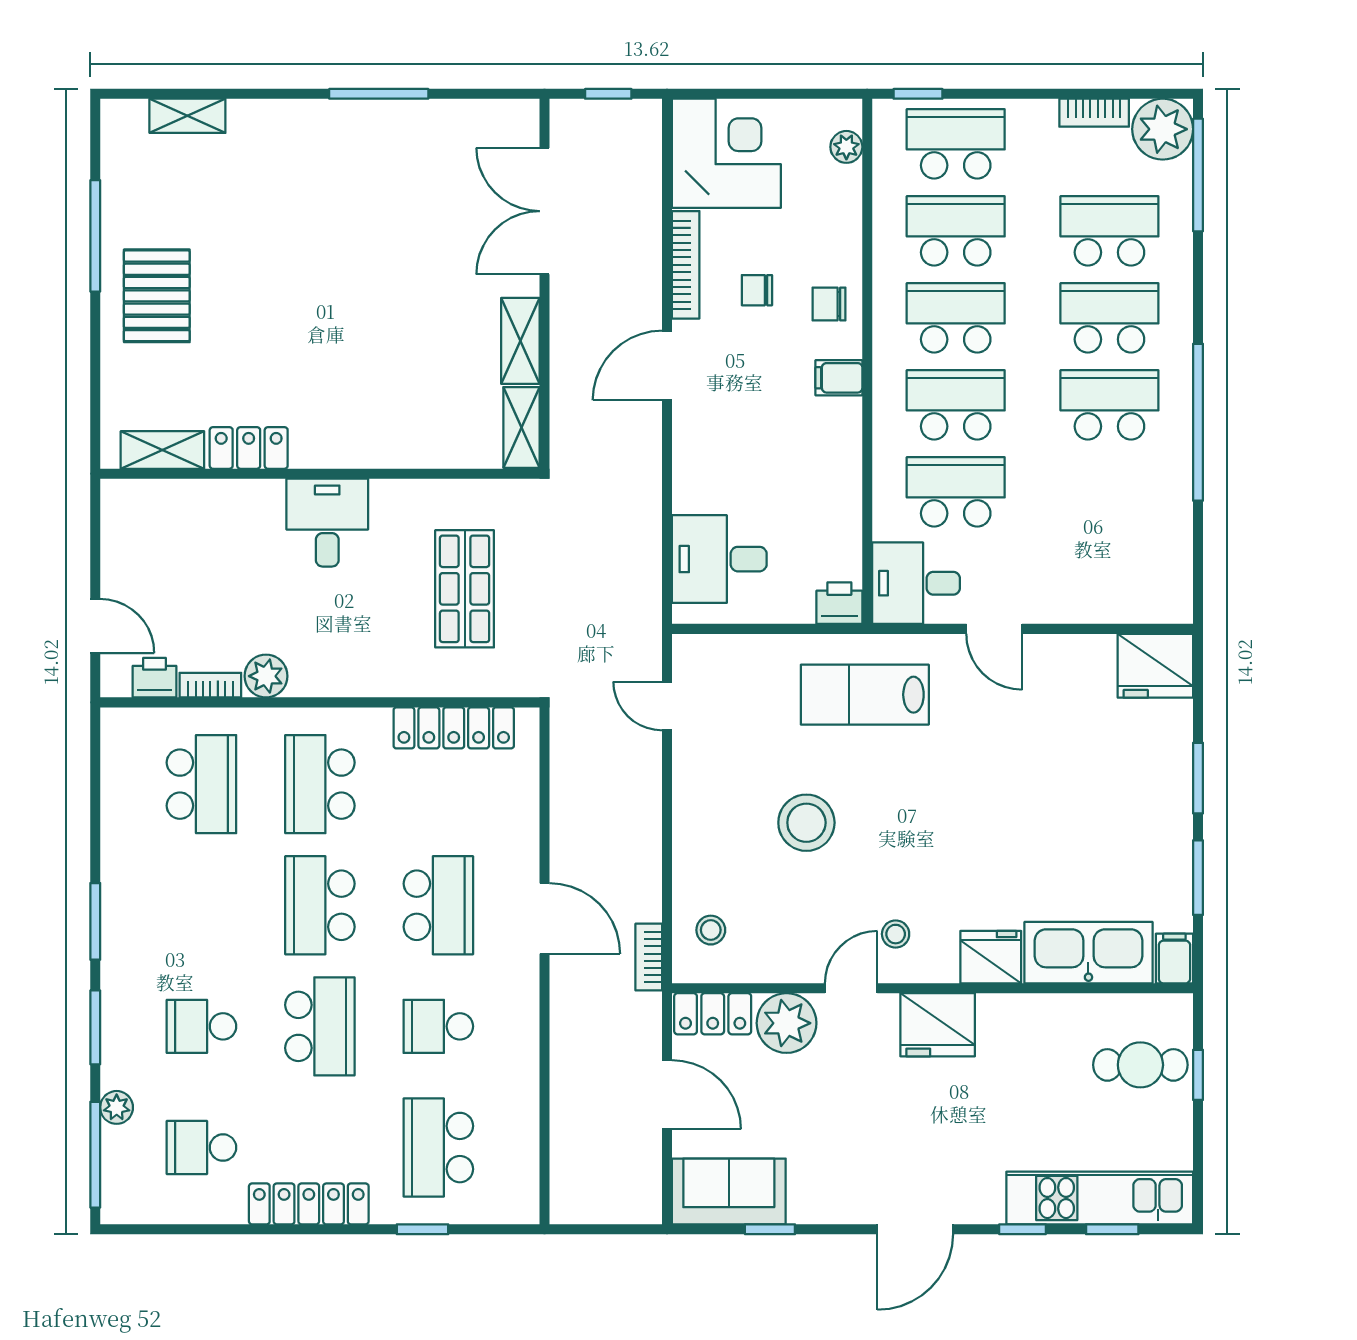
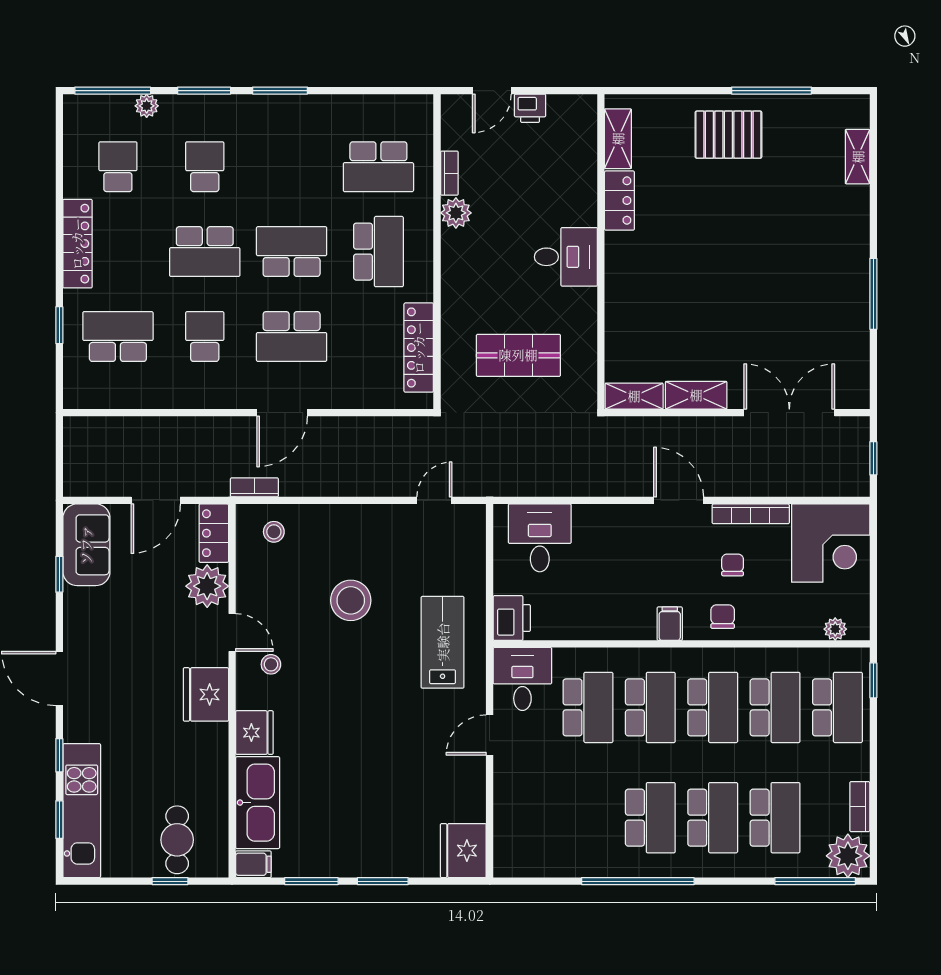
printer: (839, 603) -> (512, 618), width x1.36, depth x1.24
printer: (155, 678) -> (530, 108), moved, turned 90
school desk: (320, 784) -> (378, 252), turned 90

